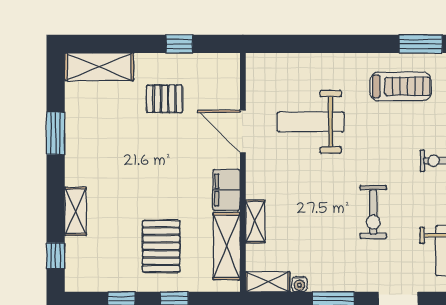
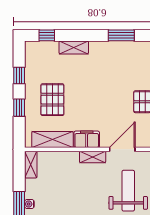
shelving: (255, 221) -> (93, 157), moved
pallet: (161, 246) -> (52, 100), turned 90
water cooler: (299, 284) -> (29, 204), moved

